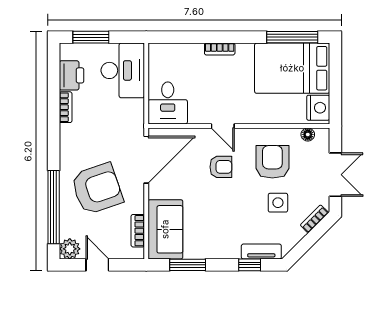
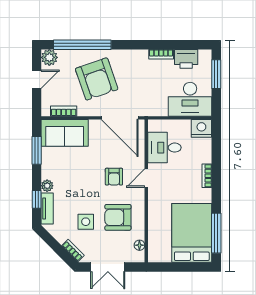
desk: (168, 103) -> (164, 148), moved
nightstand: (318, 108) -> (201, 128), moved, turned 180
armchair: (272, 162) -> (118, 217), turned 180
plant: (232, 252) -> (47, 186), added

